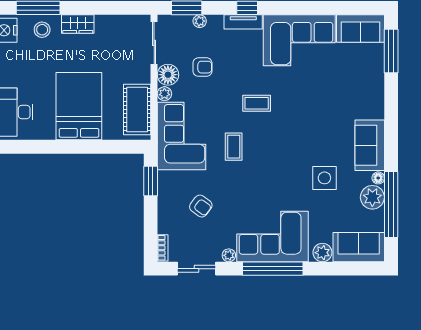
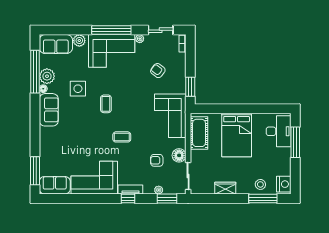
wardrobe: (78, 24) -> (225, 188), moved
plant: (164, 94) -> (181, 143), removed
coffee table: (234, 147) -> (106, 104), moved

